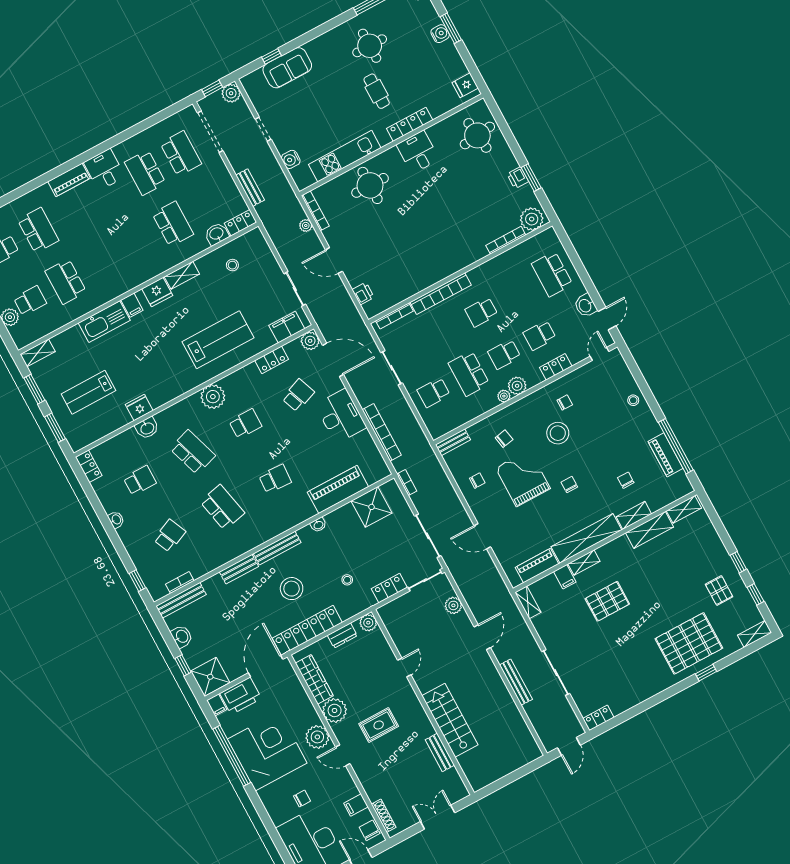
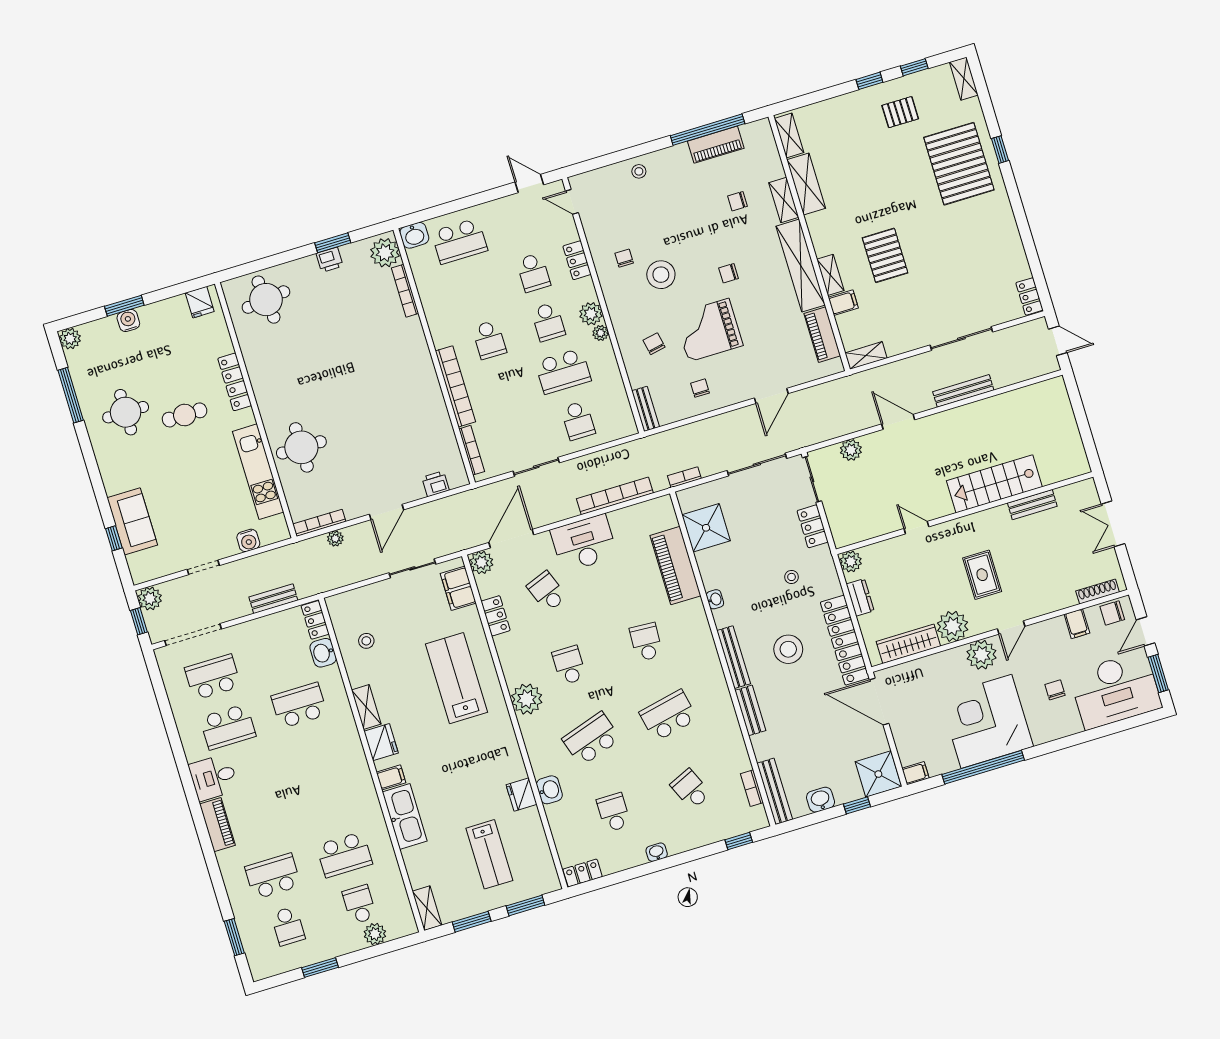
desk: (418, 152) -> (272, 379), removed
washbasin: (585, 305) -> (414, 235), moved
printer: (241, 696) -> (910, 741), removed

